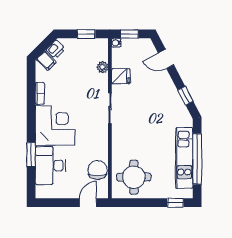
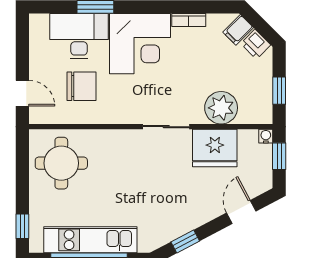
plant: (102, 67) -> (221, 108), width x1.88, depth x1.88
fridge: (121, 76) -> (215, 148), width x1.88, depth x1.34
chair: (98, 170) -> (81, 86), moved

